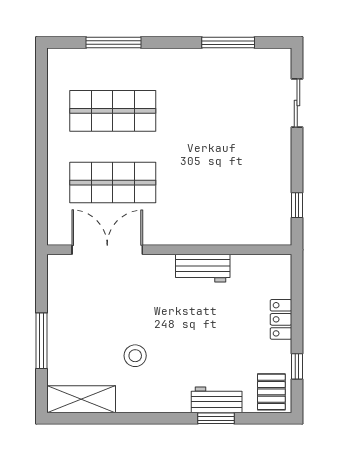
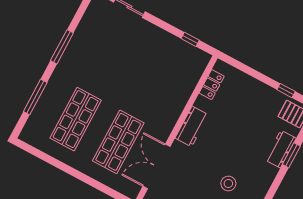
window: (228, 43) -> (62, 47), moved
workbench: (203, 268) -> (192, 126), moved
locker: (281, 319) -> (212, 85), moved, turned -90

